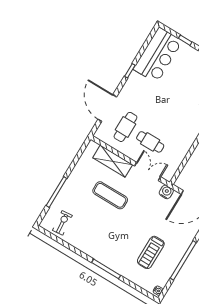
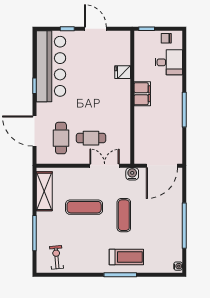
bar counter: (158, 55) -> (51, 66), width x1.36
shelving: (113, 161) -> (44, 191), moved, turned 90
exercise mat: (139, 222) -> (124, 215), added
treadmill: (151, 252) -> (126, 257), moved, turned -90

